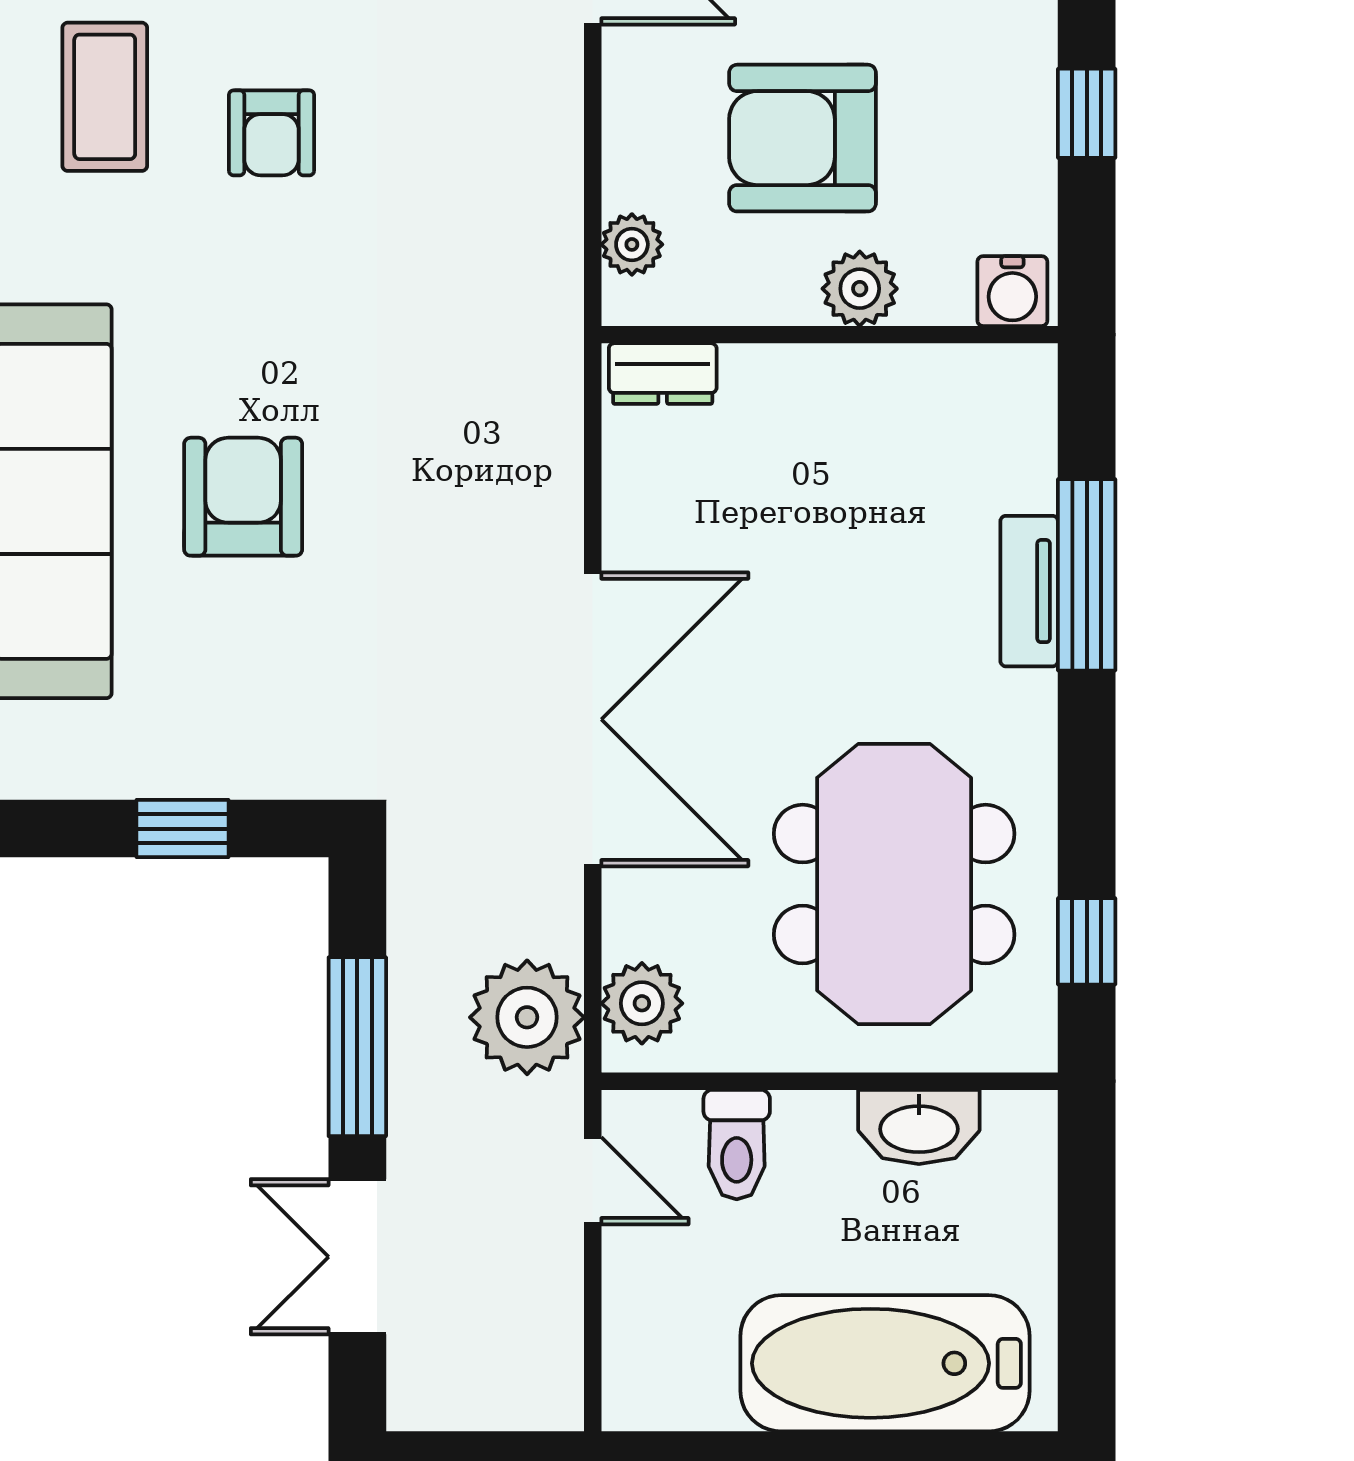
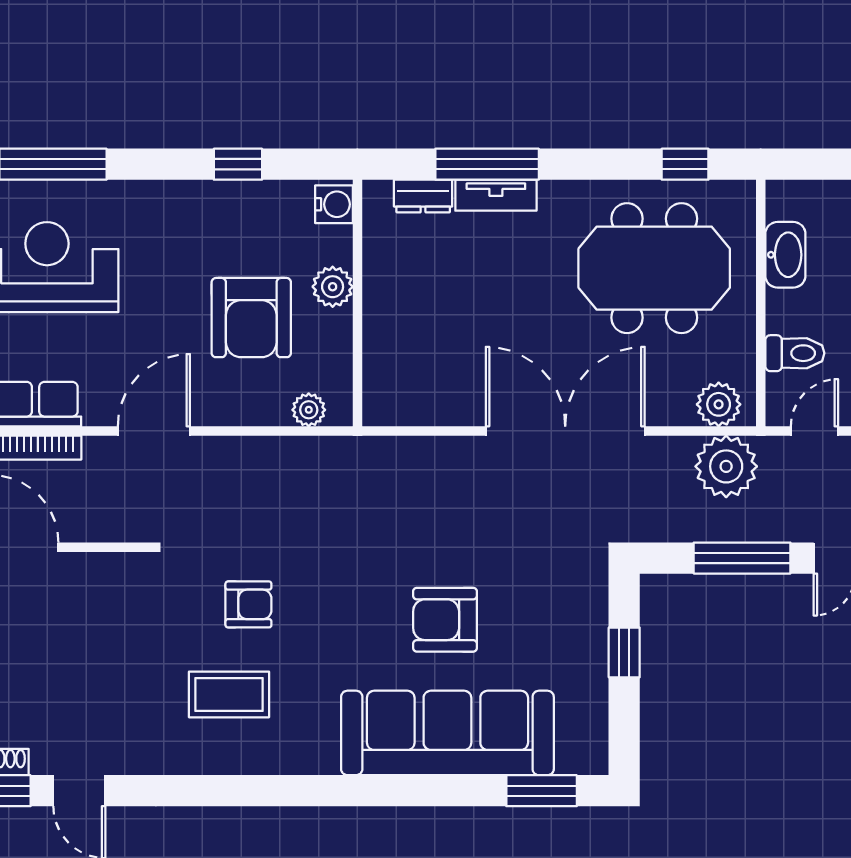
dresser: (663, 374) -> (423, 196), moved, turned 90

